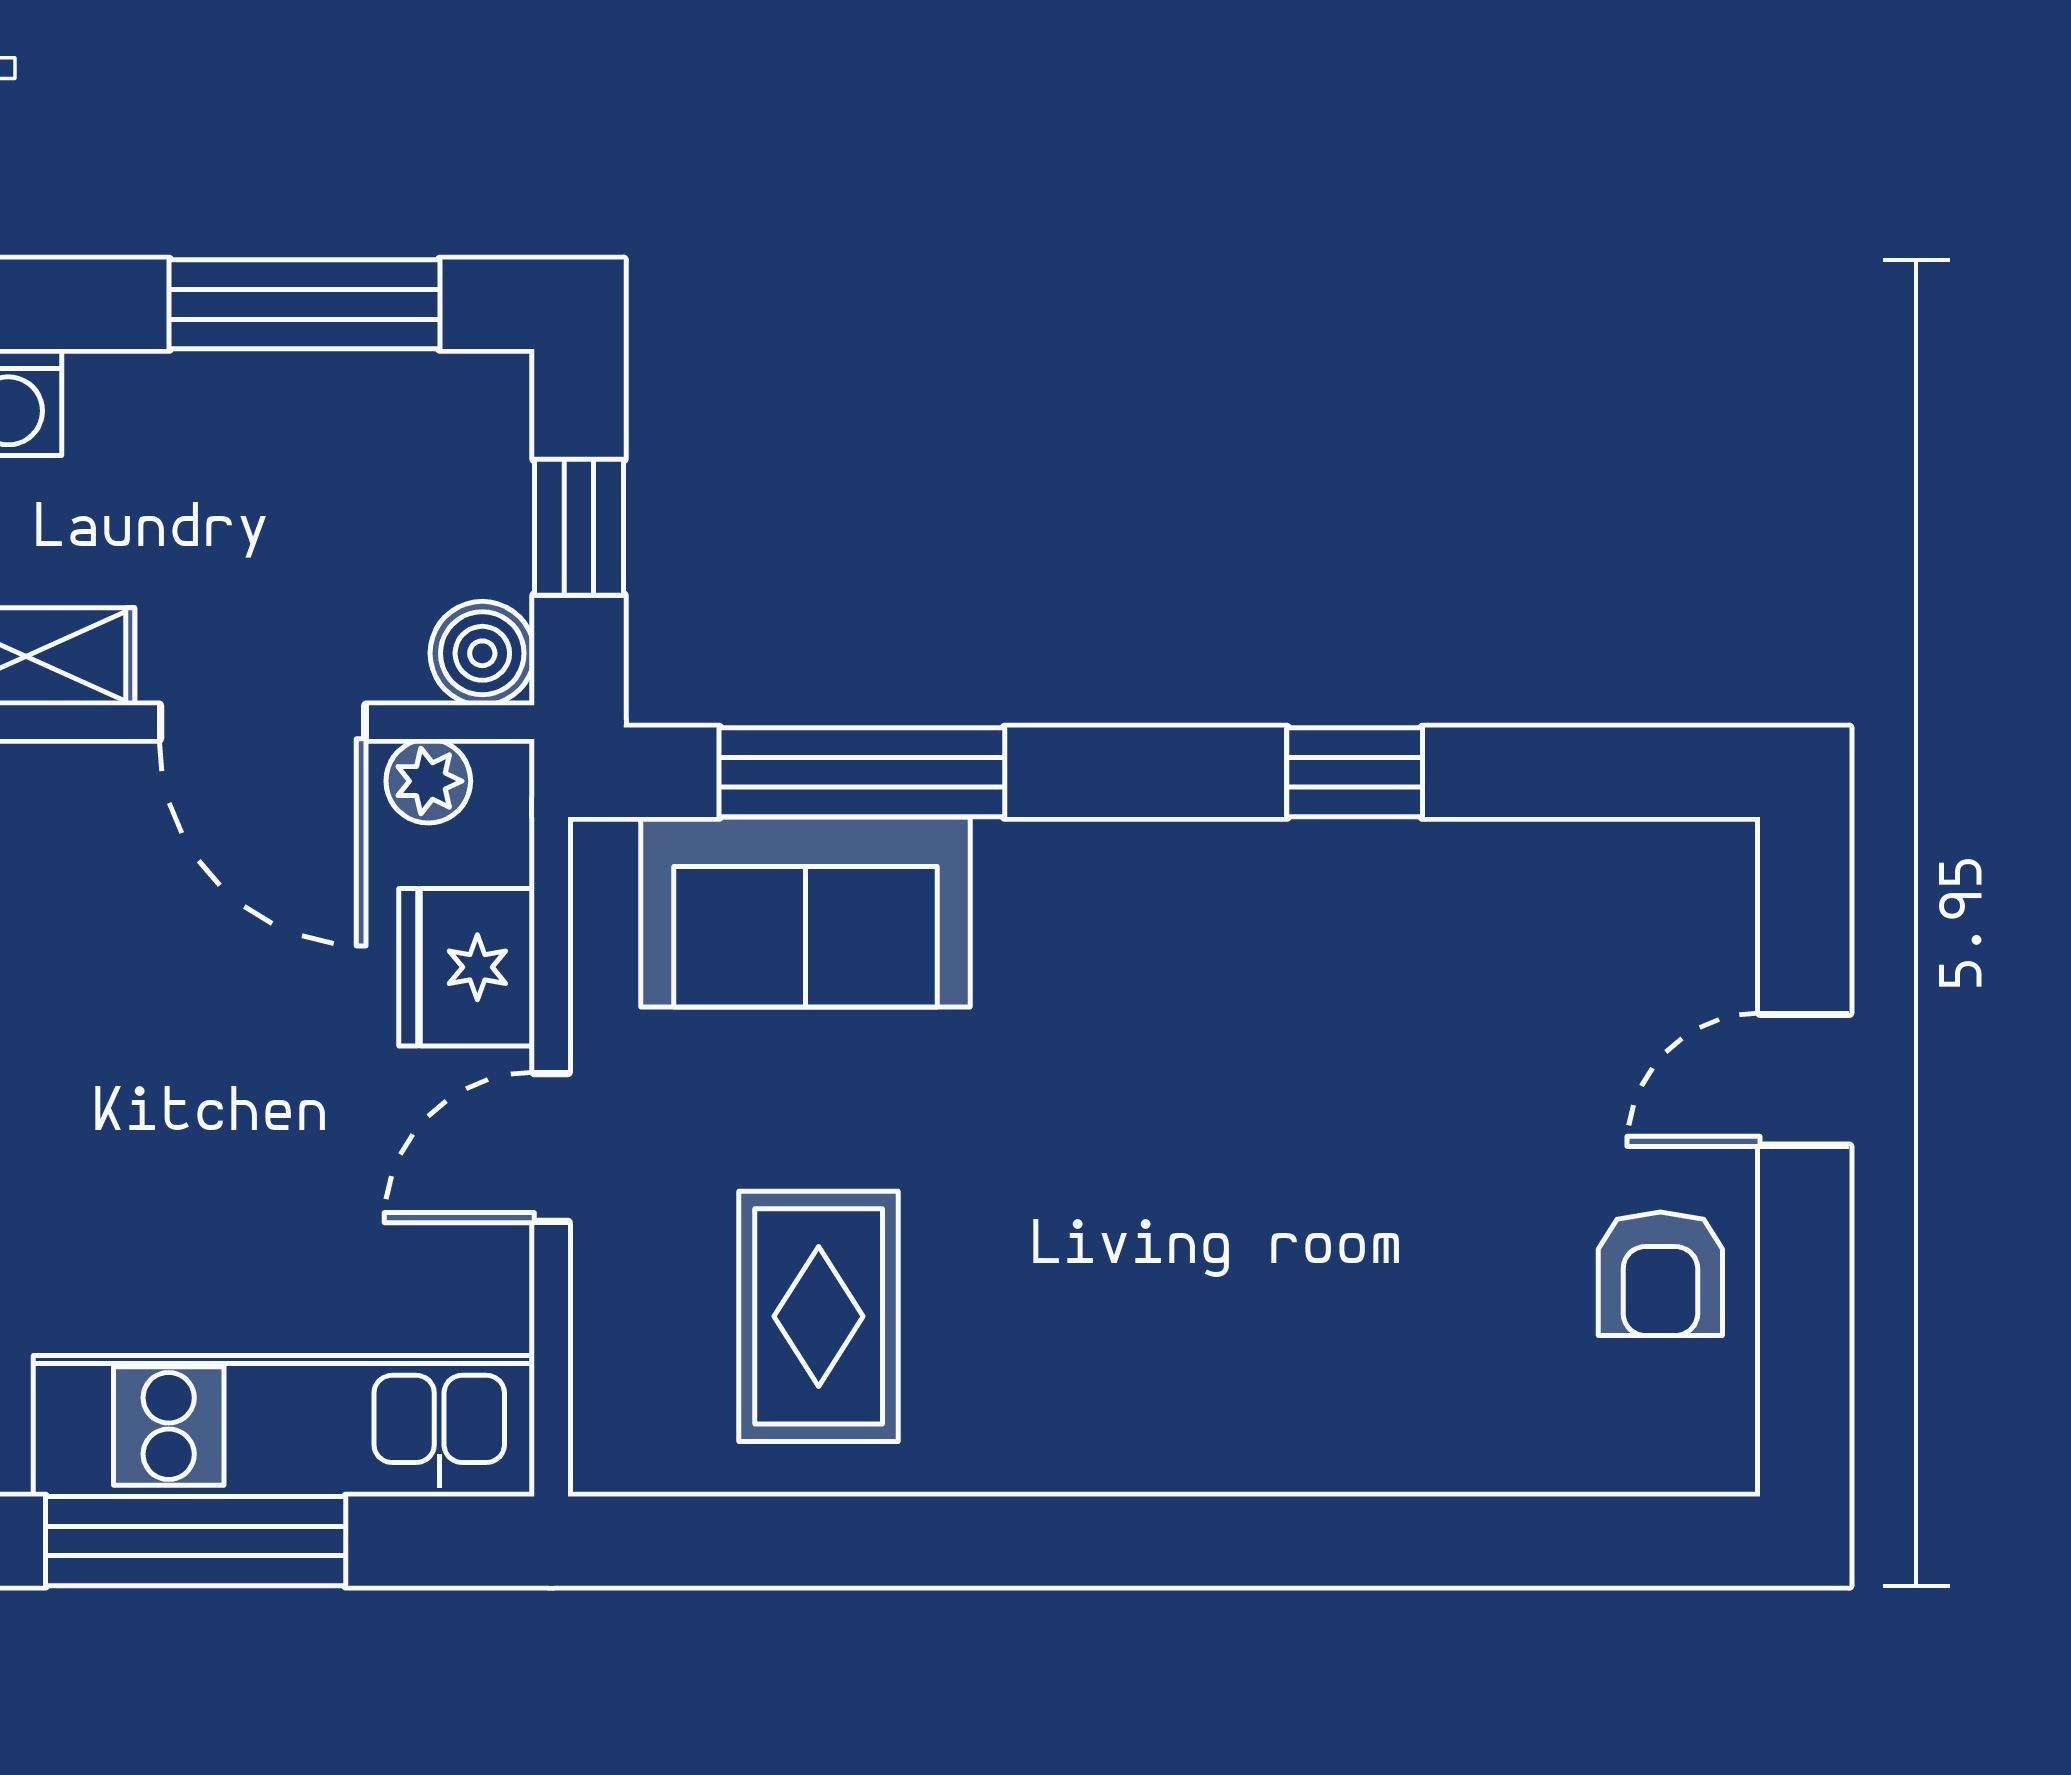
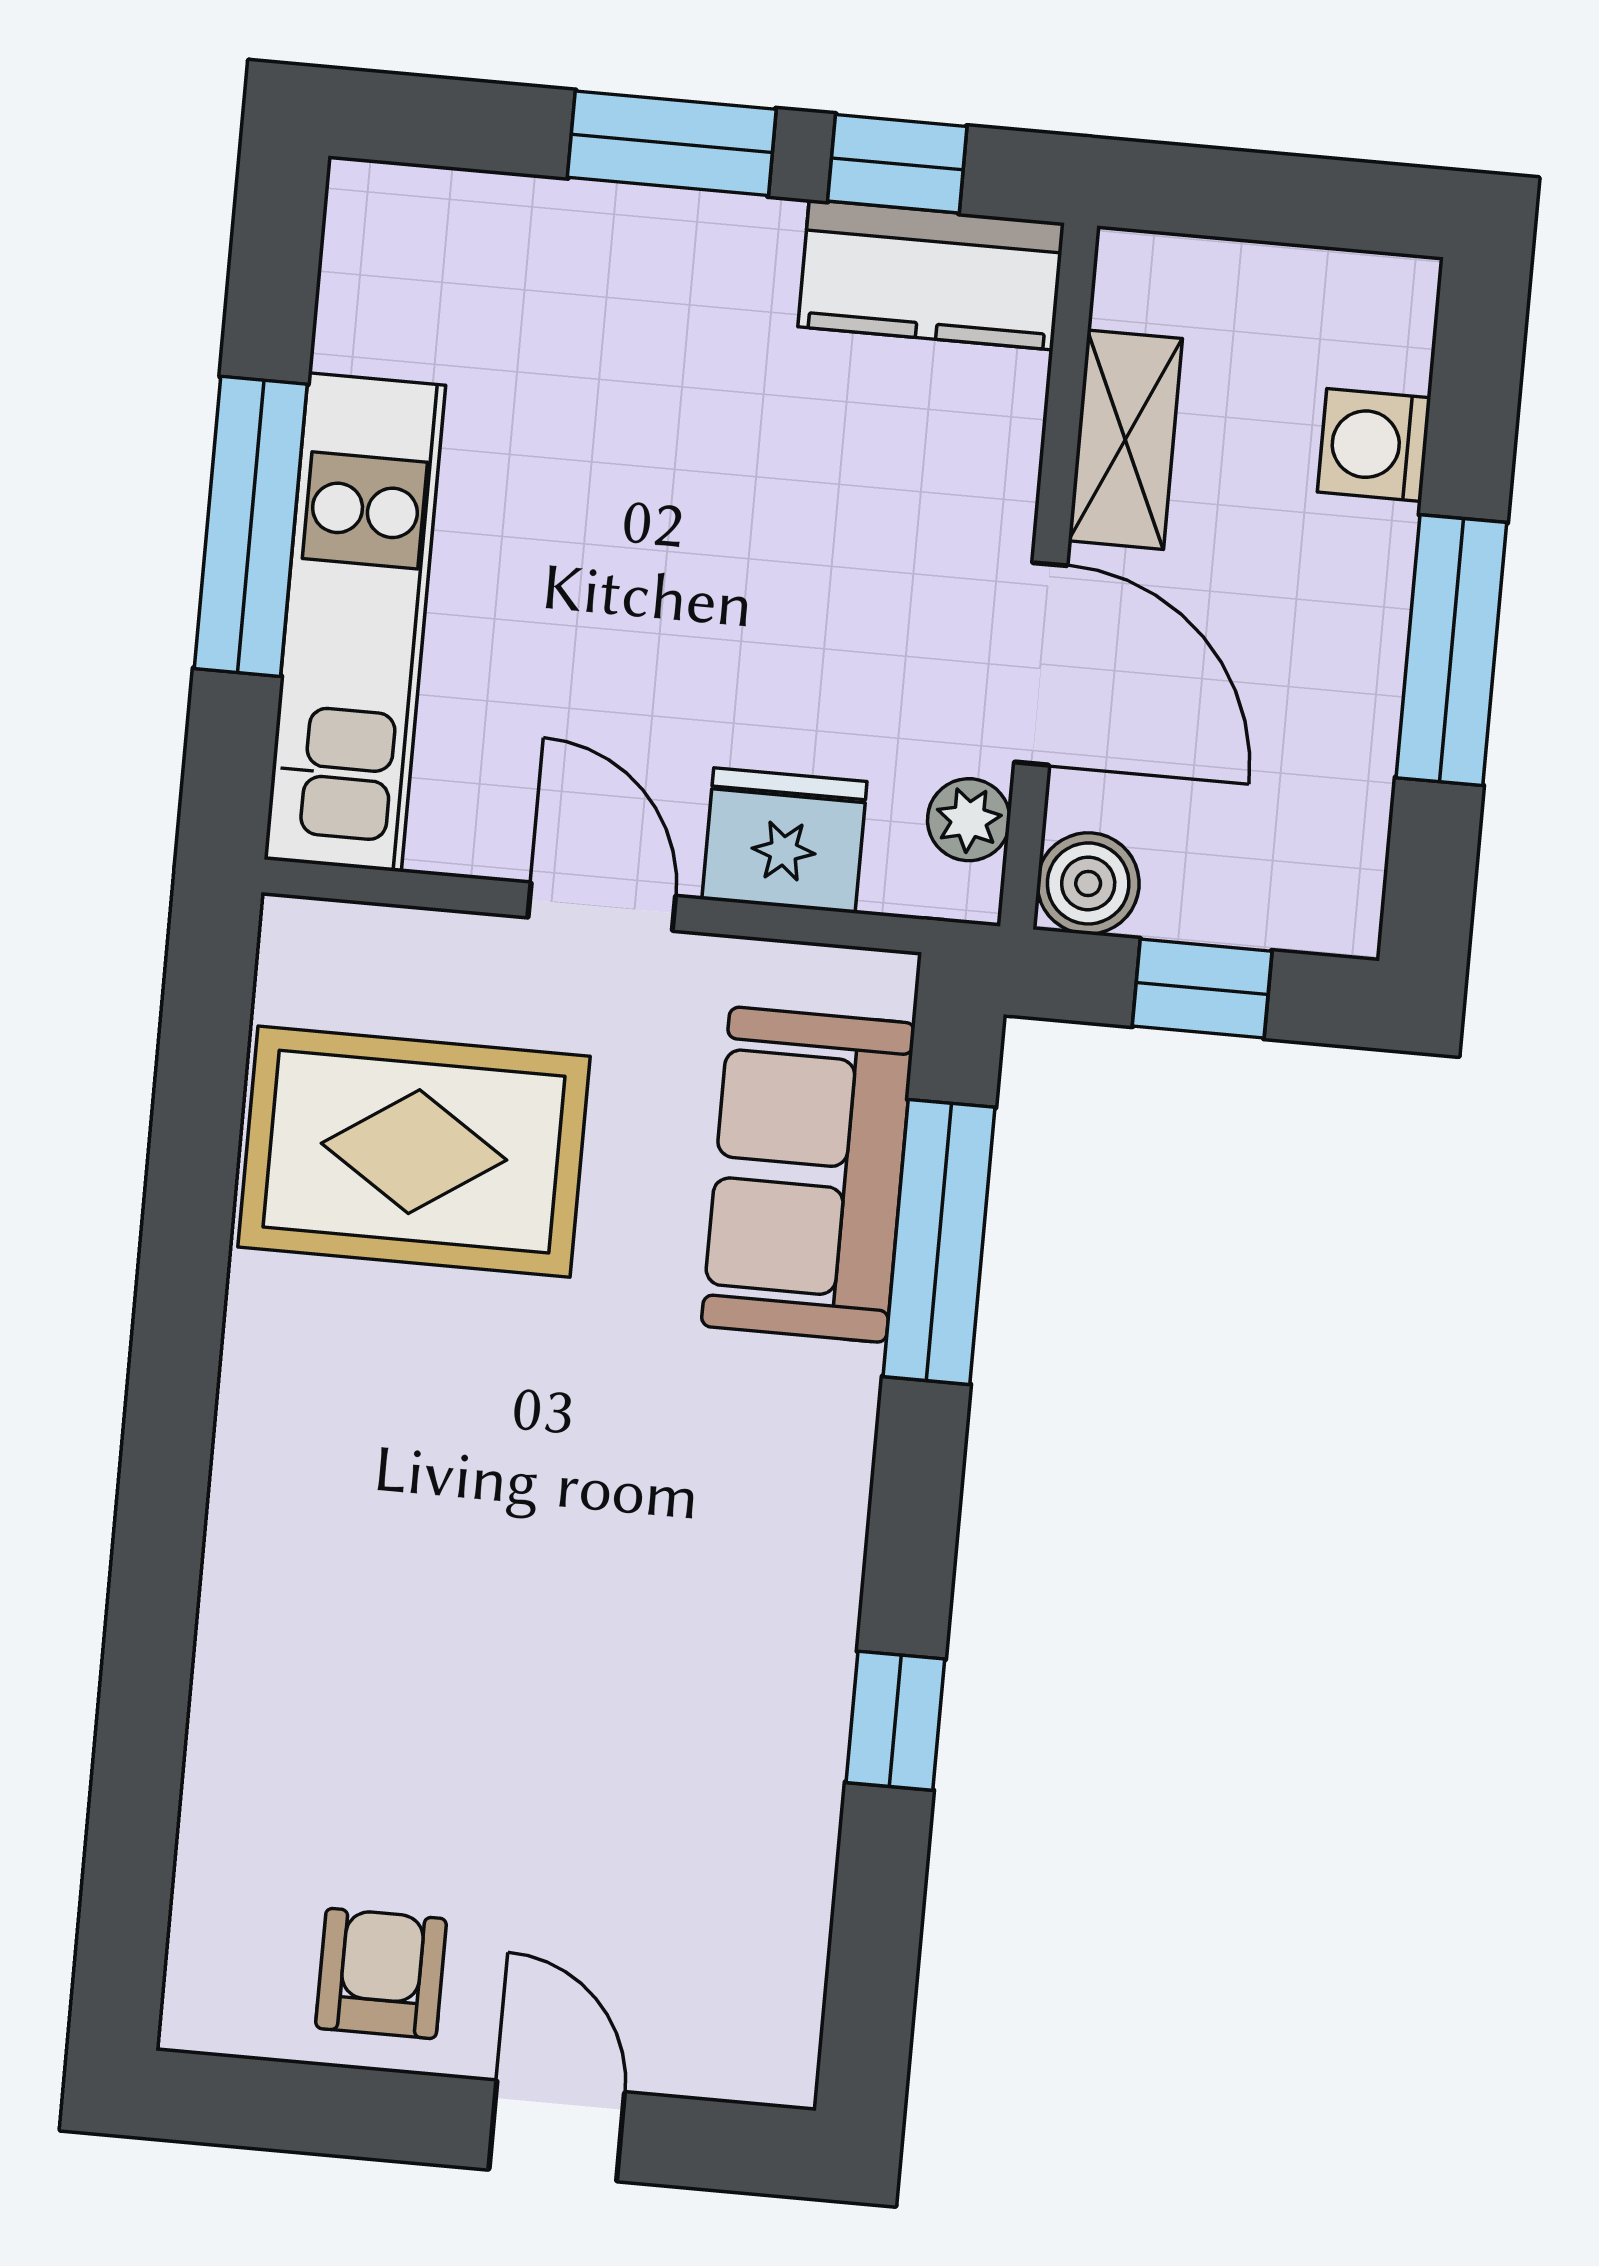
window: (304, 304) -> (1451, 650), moved
door: (263, 722) -> (1041, 664), swing flipped
armchair: (1660, 1274) -> (381, 1973), turned 90
rug: (819, 1316) -> (414, 1152), width x1.36, depth x1.43

